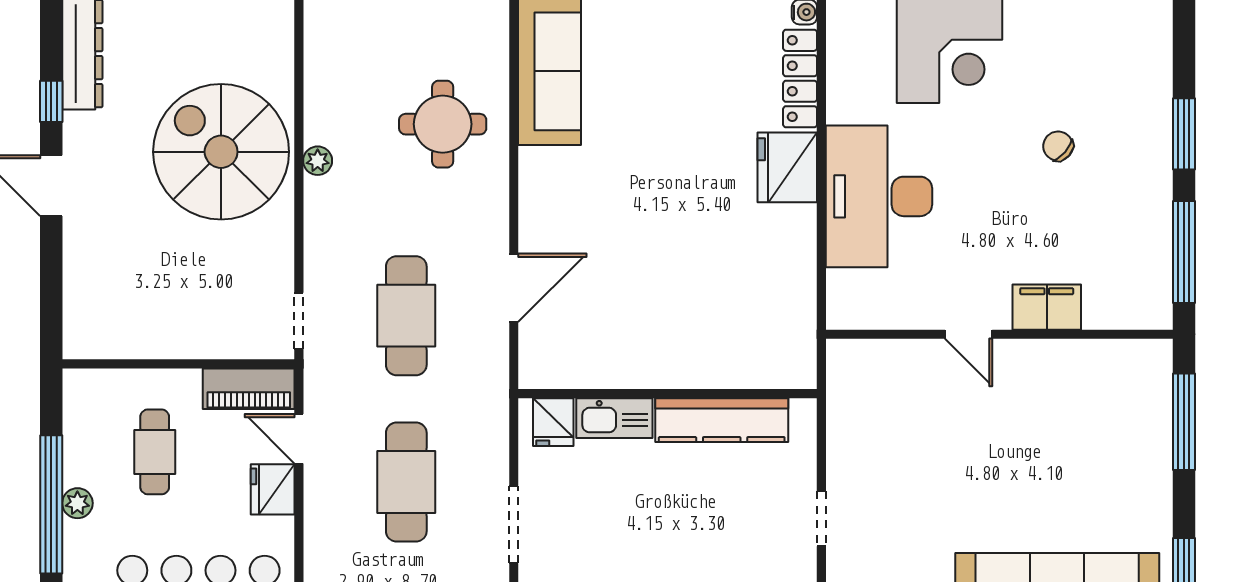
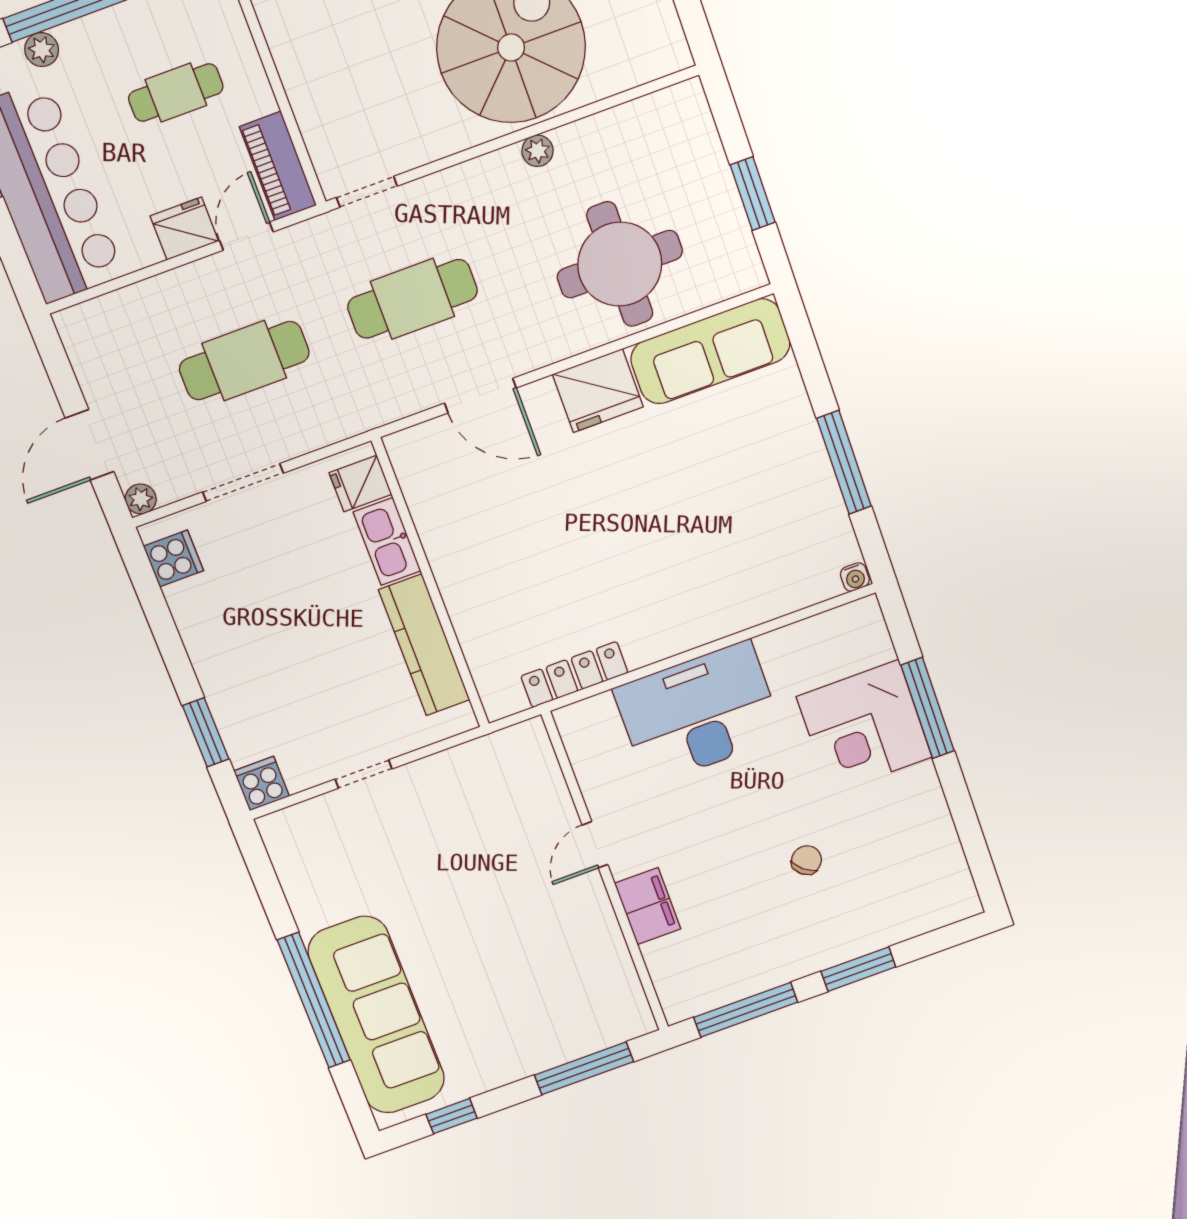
locker: (800, 79) -> (574, 675), moved
round table: (443, 124) -> (620, 264), width x1.36, depth x1.36
fridge: (787, 167) -> (598, 391), moved, turned 180
plant: (77, 503) -> (42, 50), moved

